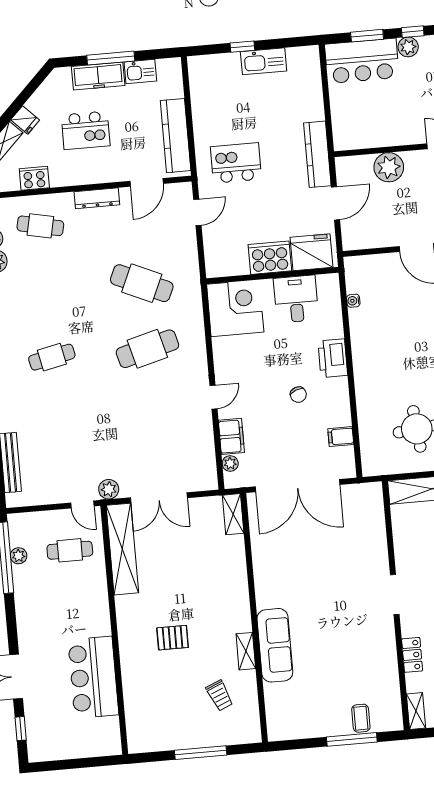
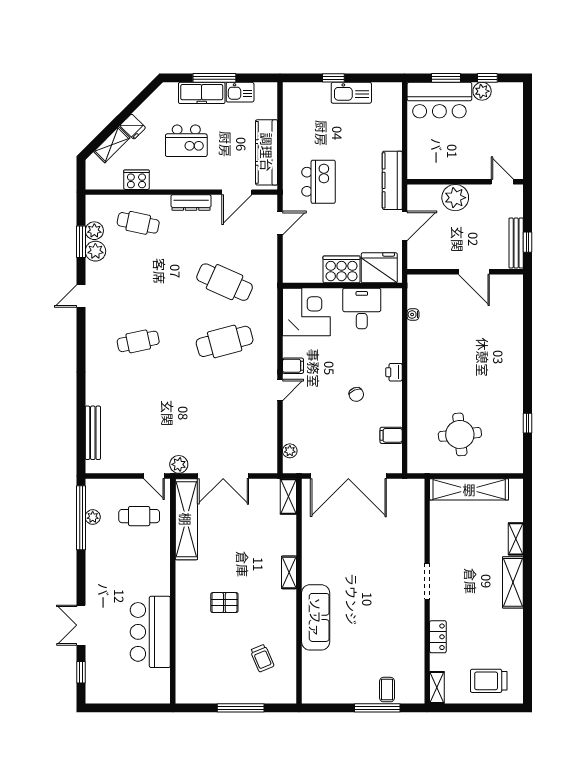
kitchen island: (236, 163) -> (319, 182), turned 90
printer: (333, 358) -> (394, 372), width x0.53, depth x0.68
filing cabinet: (231, 436) -> (293, 366), moved, width x0.50
shelving: (246, 651) -> (289, 572), moved

